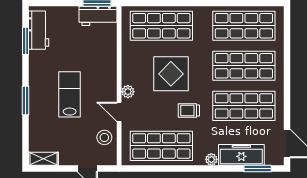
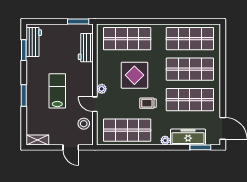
workbench: (98, 16) -> (86, 48), moved, turned 90

